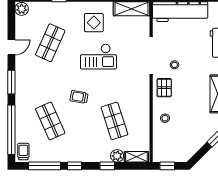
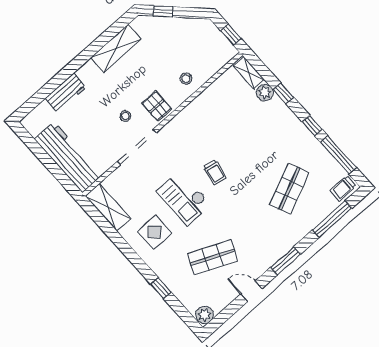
checkout: (98, 57) -> (184, 198), turned 180
pallet: (164, 88) -> (157, 106), turned 90
trolley: (79, 97) -> (215, 172), moved
shop shelf: (114, 121) -> (233, 126), removed
window: (11, 130) -> (332, 219), width x0.68

